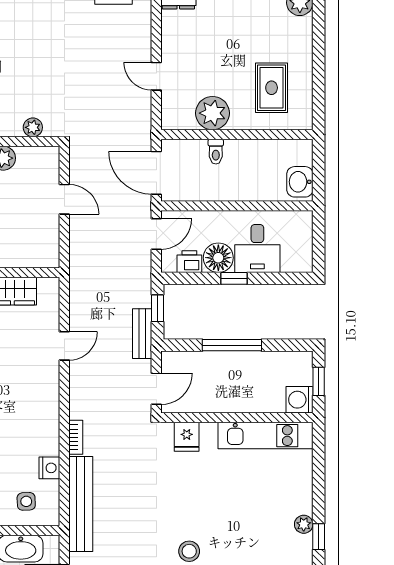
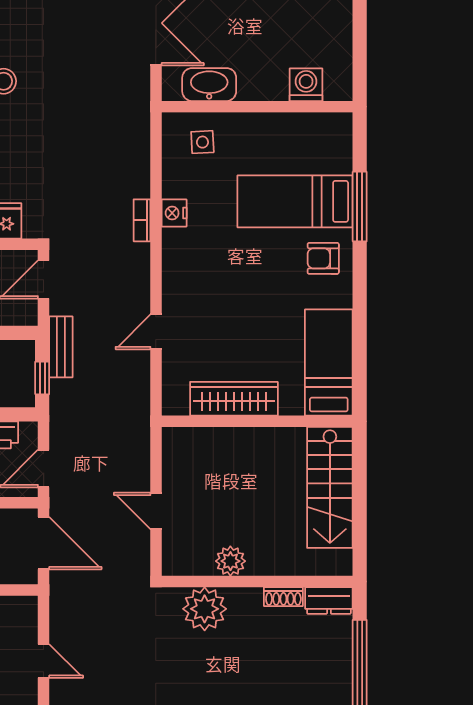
plant: (33, 127) -> (205, 609), width x1.87, depth x1.87
nightstand: (49, 468) -> (174, 213), moved
bench: (81, 504) -> (136, 139), removed

